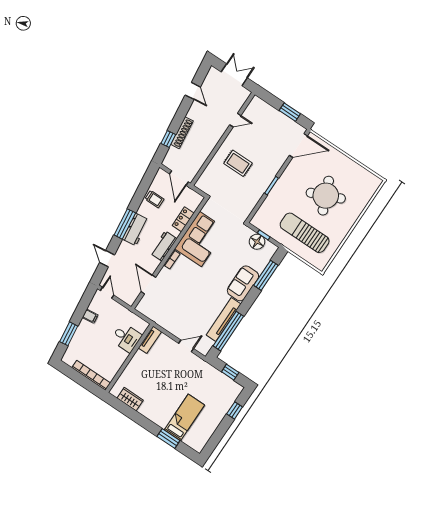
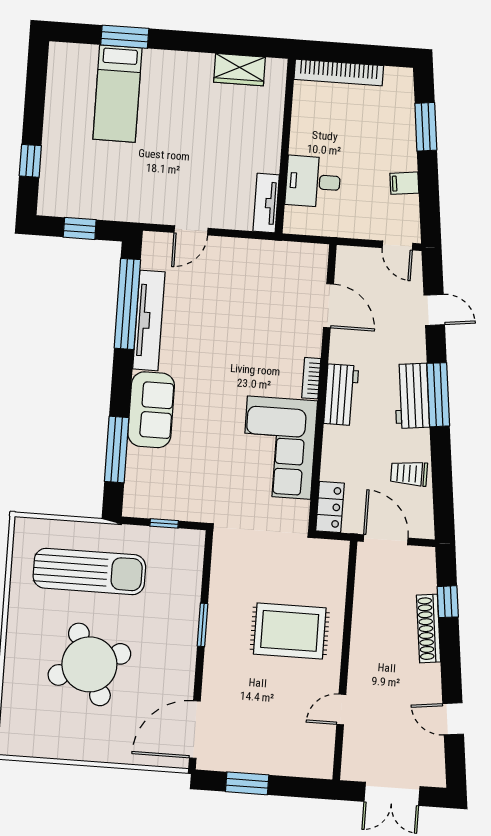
rug: (238, 163) -> (290, 631), width x1.36, depth x1.43
locker: (183, 219) -> (330, 507), moved
floor lamp: (257, 242) -> (170, 503), removed

